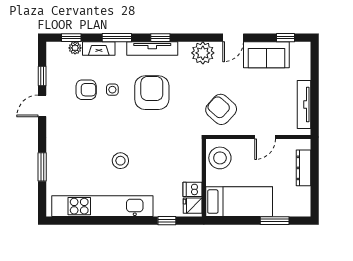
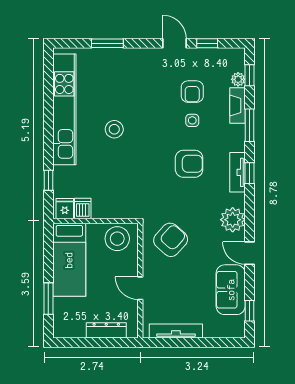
tv unit: (152, 49) -> (237, 172), width x0.71
armchair: (152, 93) -> (189, 164), width x0.73, depth x0.73

